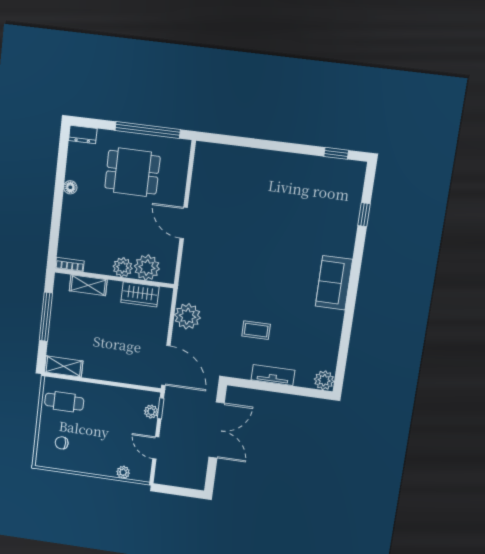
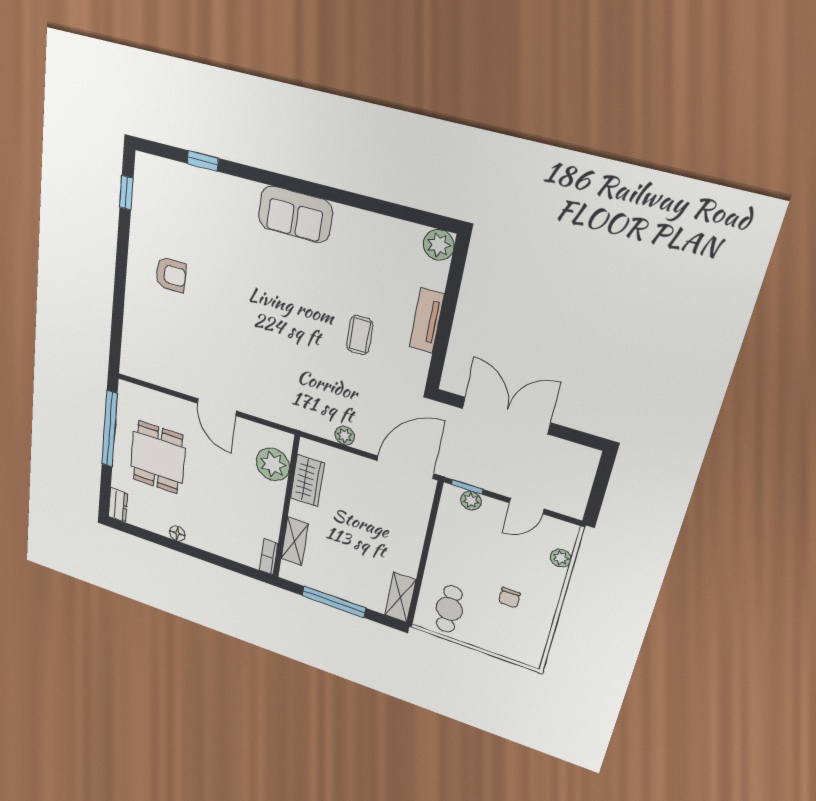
armchair: (280, 188) -> (171, 275), added
door: (184, 223) -> (217, 407), hinge flipped
plant: (123, 267) -> (272, 494), removed
plant: (187, 316) -> (345, 436), width x0.53, depth x0.53
chair: (62, 443) -> (509, 598), moved

